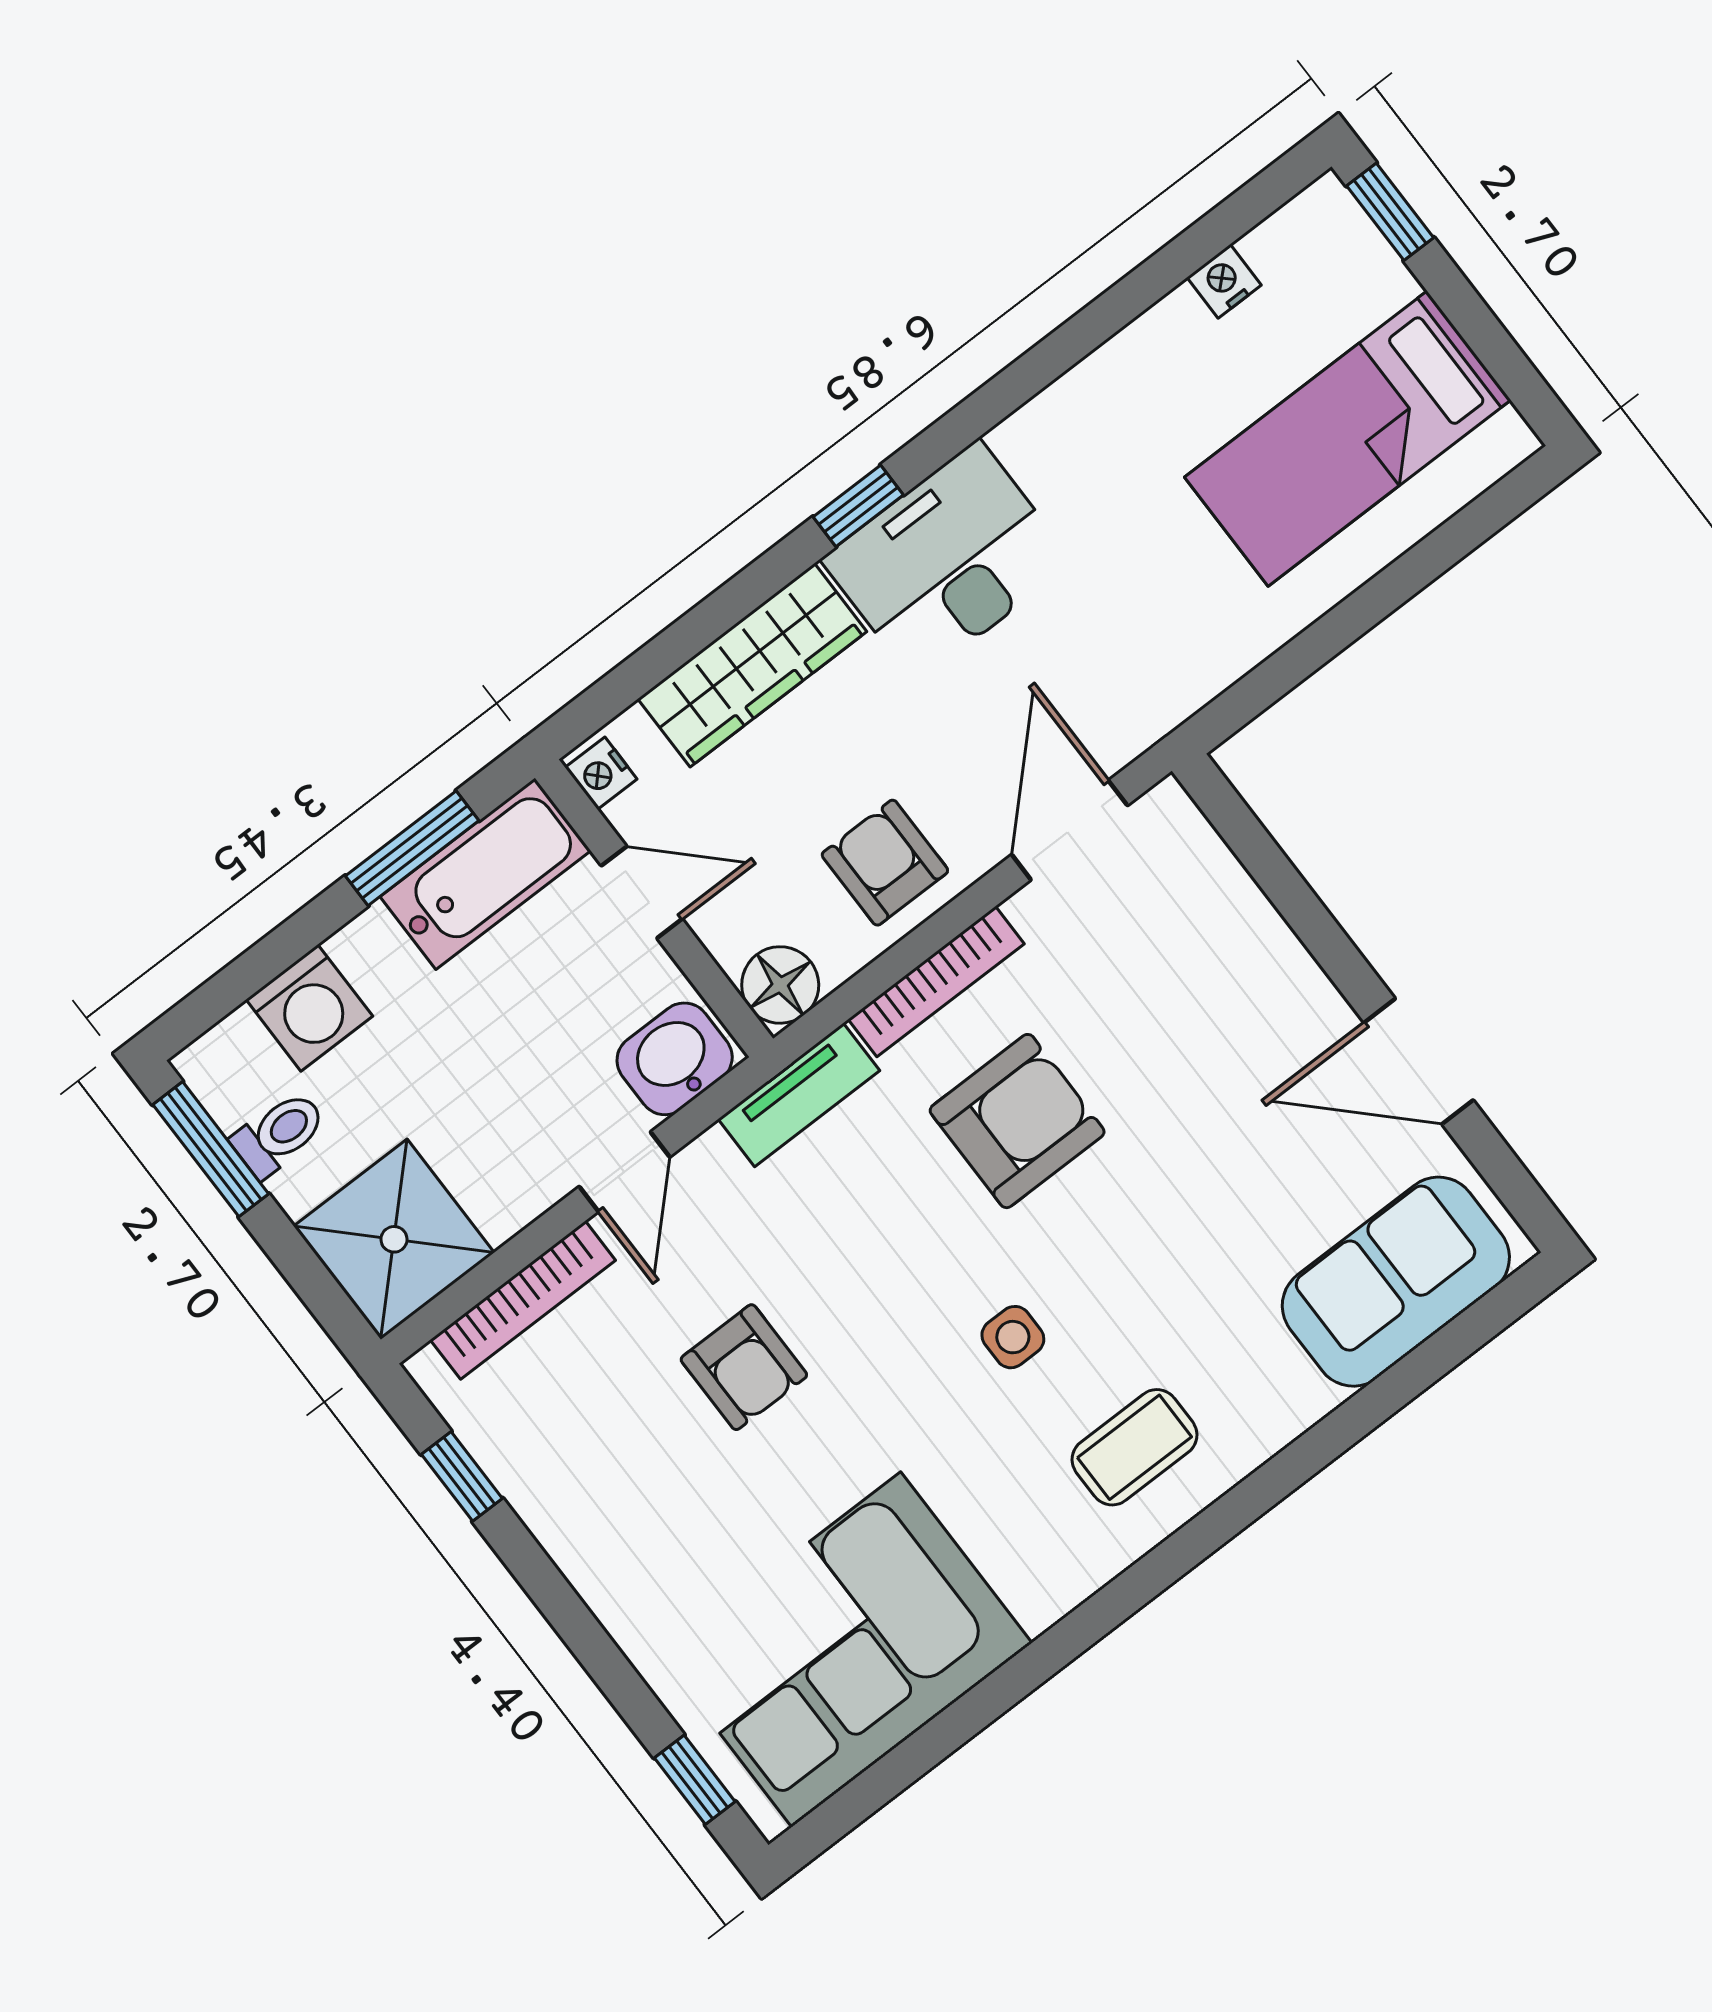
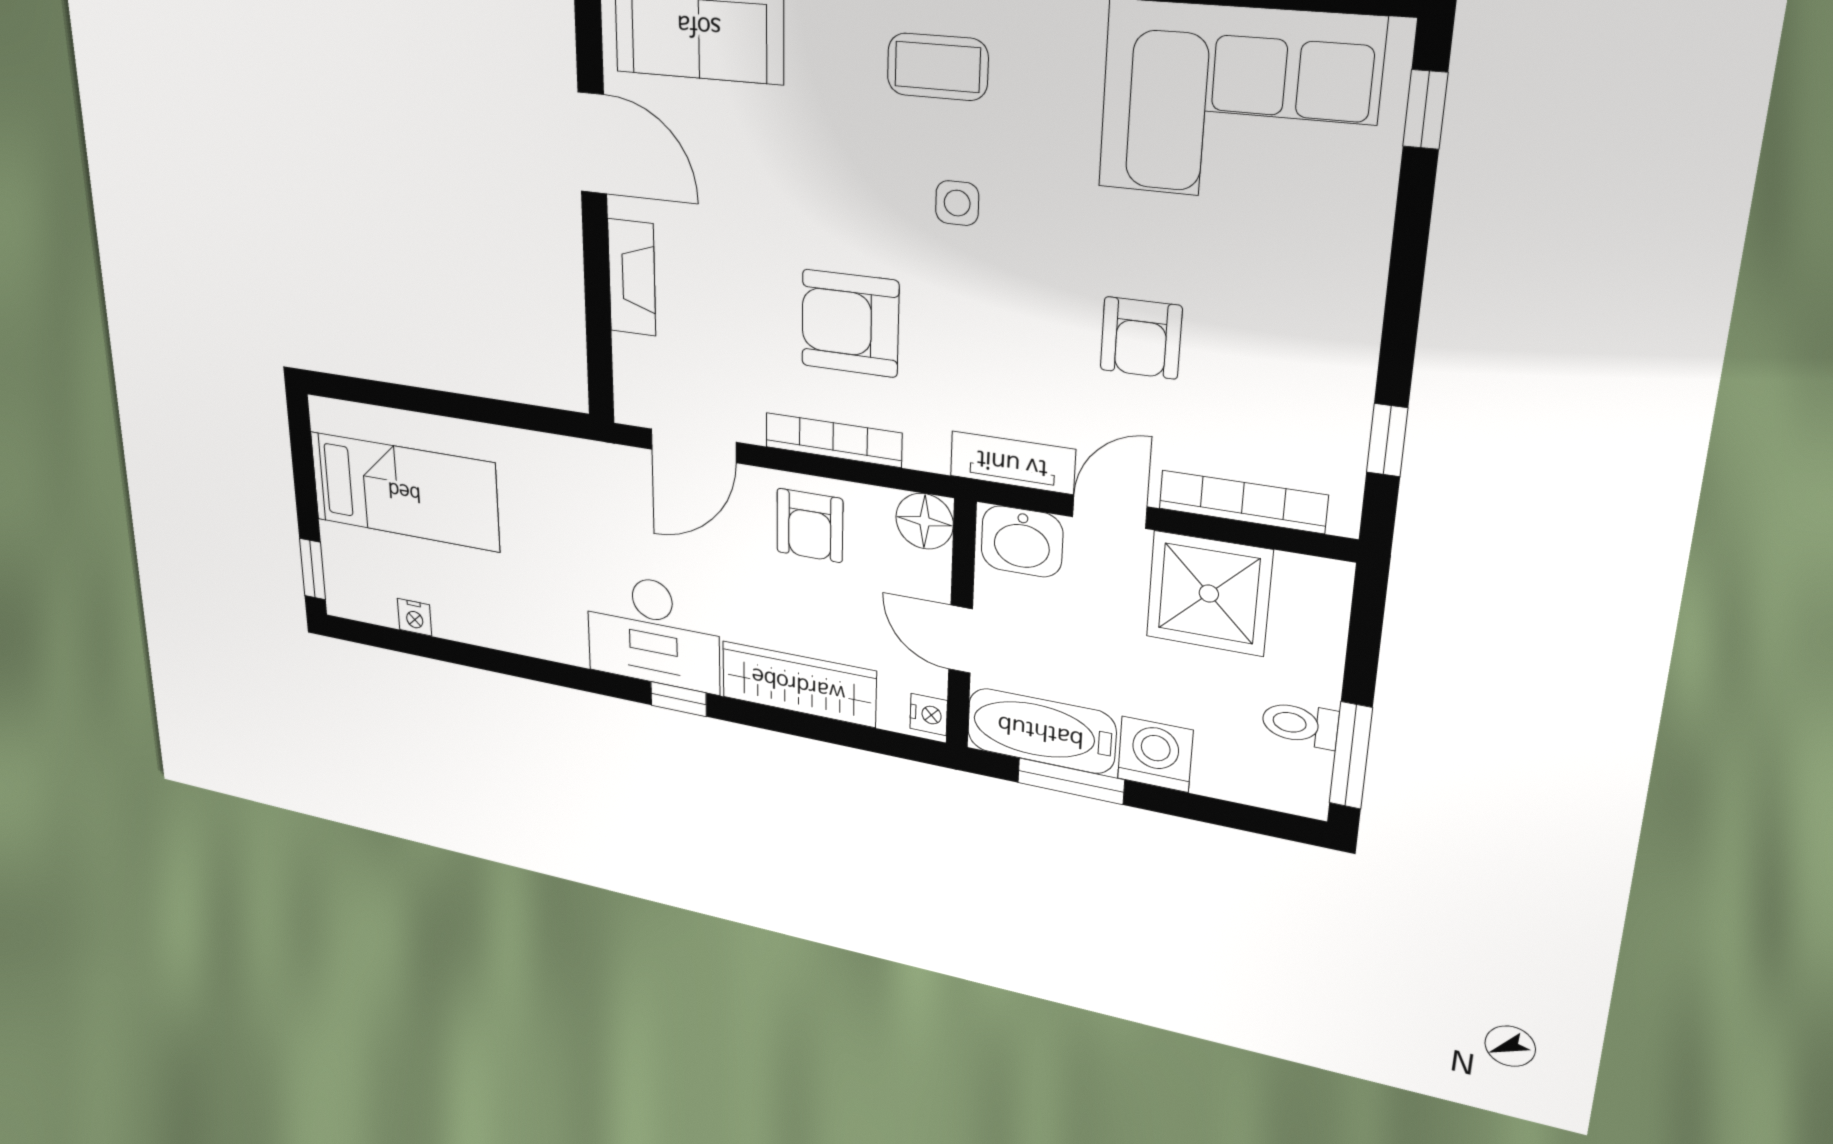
fireplace: (1272, 955) -> (632, 277), added
washing machine: (309, 1008) -> (1155, 754), moved
tv unit: (799, 1095) -> (1012, 463), moved
shower: (394, 1239) -> (1209, 594), moved
armchair: (744, 1367) -> (1141, 338), turned 180

